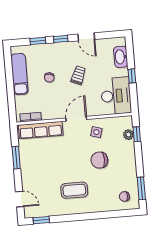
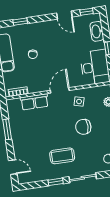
window: (61, 39) -> (87, 12), moved
trolley: (78, 75) -> (59, 51), removed
row of seats: (41, 130) -> (34, 102), width x0.68
sliding door: (95, 216) -> (83, 178), added
window: (41, 220) -> (56, 182), moved

